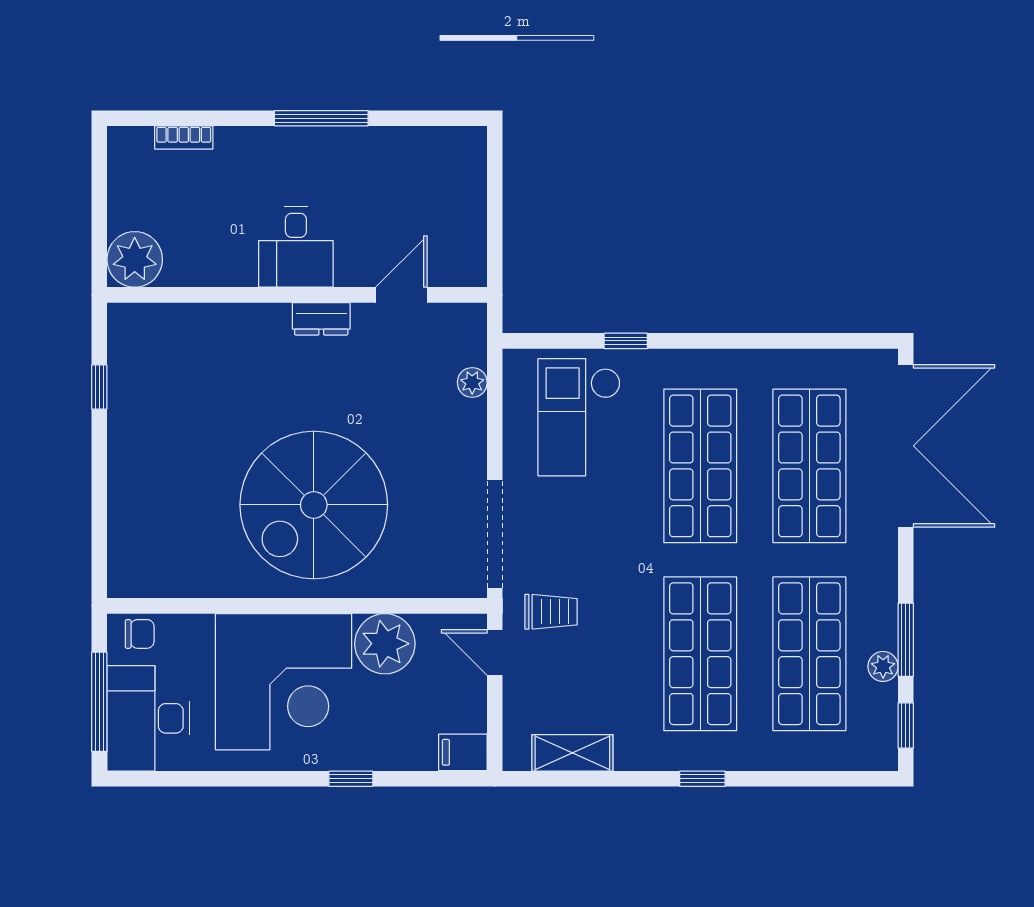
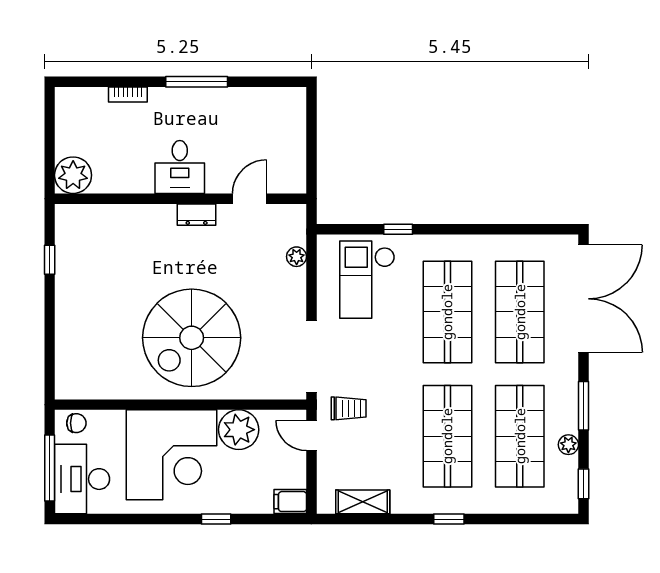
bookcase: (184, 137) -> (128, 95), moved
window: (906, 640) -> (583, 406), moved

